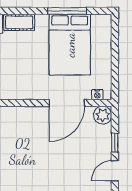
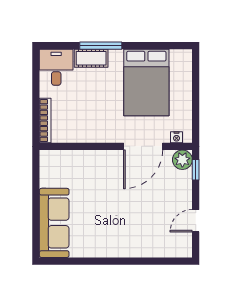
window: (67, 11) -> (101, 46), moved
window: (115, 143) -> (196, 170), moved

